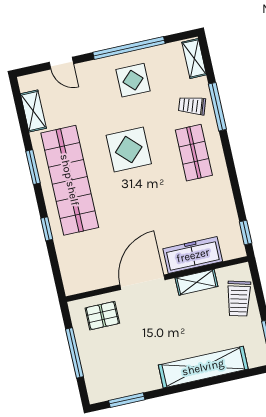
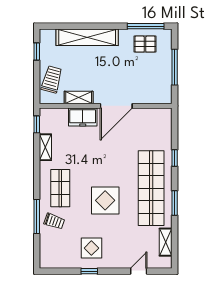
window: (129, 48) -> (89, 271), width x0.32
shelving: (194, 58) -> (45, 147), moved
door: (61, 63) -> (139, 271), hinge flipped
freezer: (193, 255) -> (83, 117), width x0.71
pallet: (102, 316) -> (145, 44), moved
window: (127, 400) -> (146, 26), width x1.44

